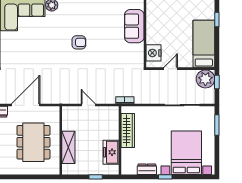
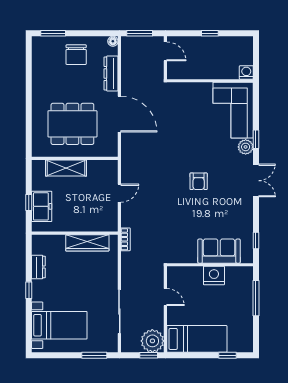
nightstand: (154, 53) -> (214, 276), moved
freezer: (111, 152) -> (42, 206), moved, turned 90
bed with nightstands: (186, 153) -> (59, 325), width x0.73

